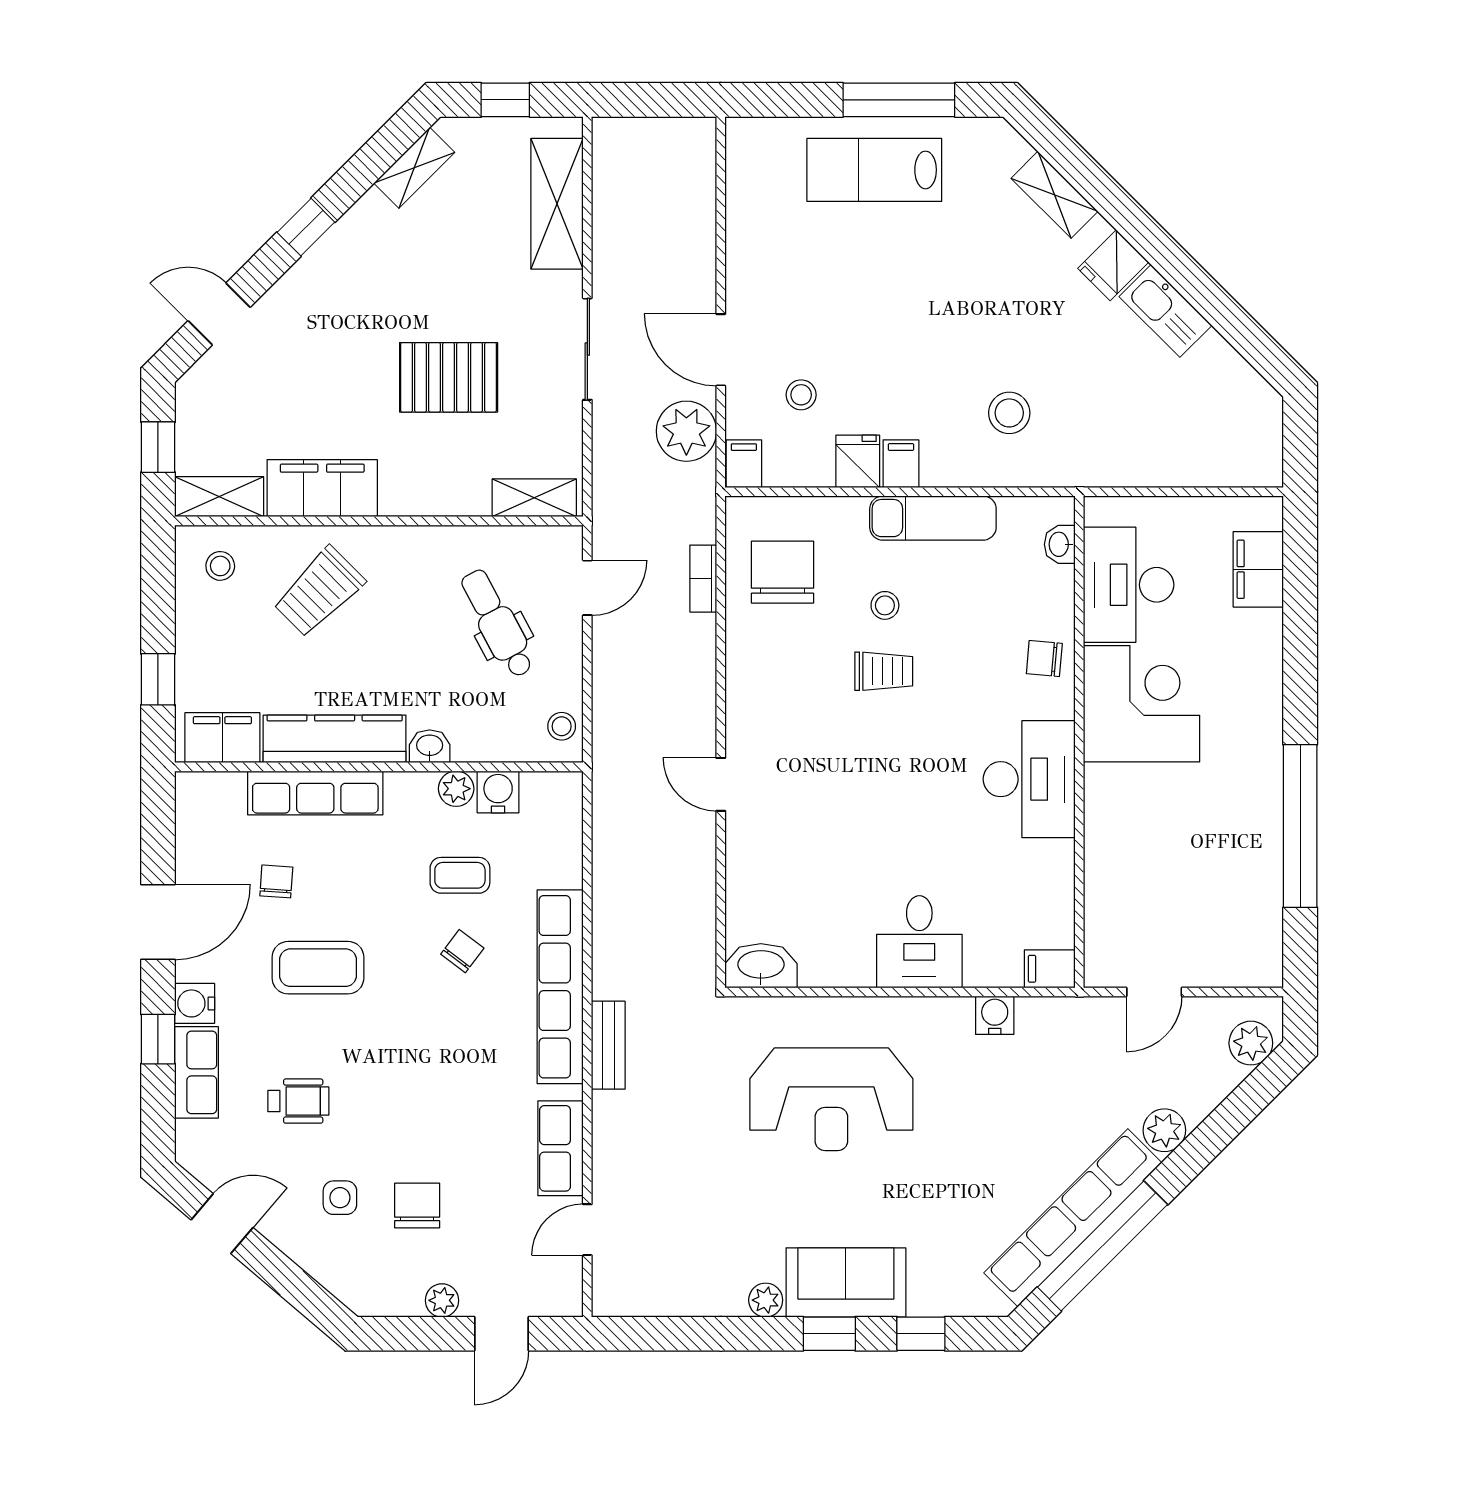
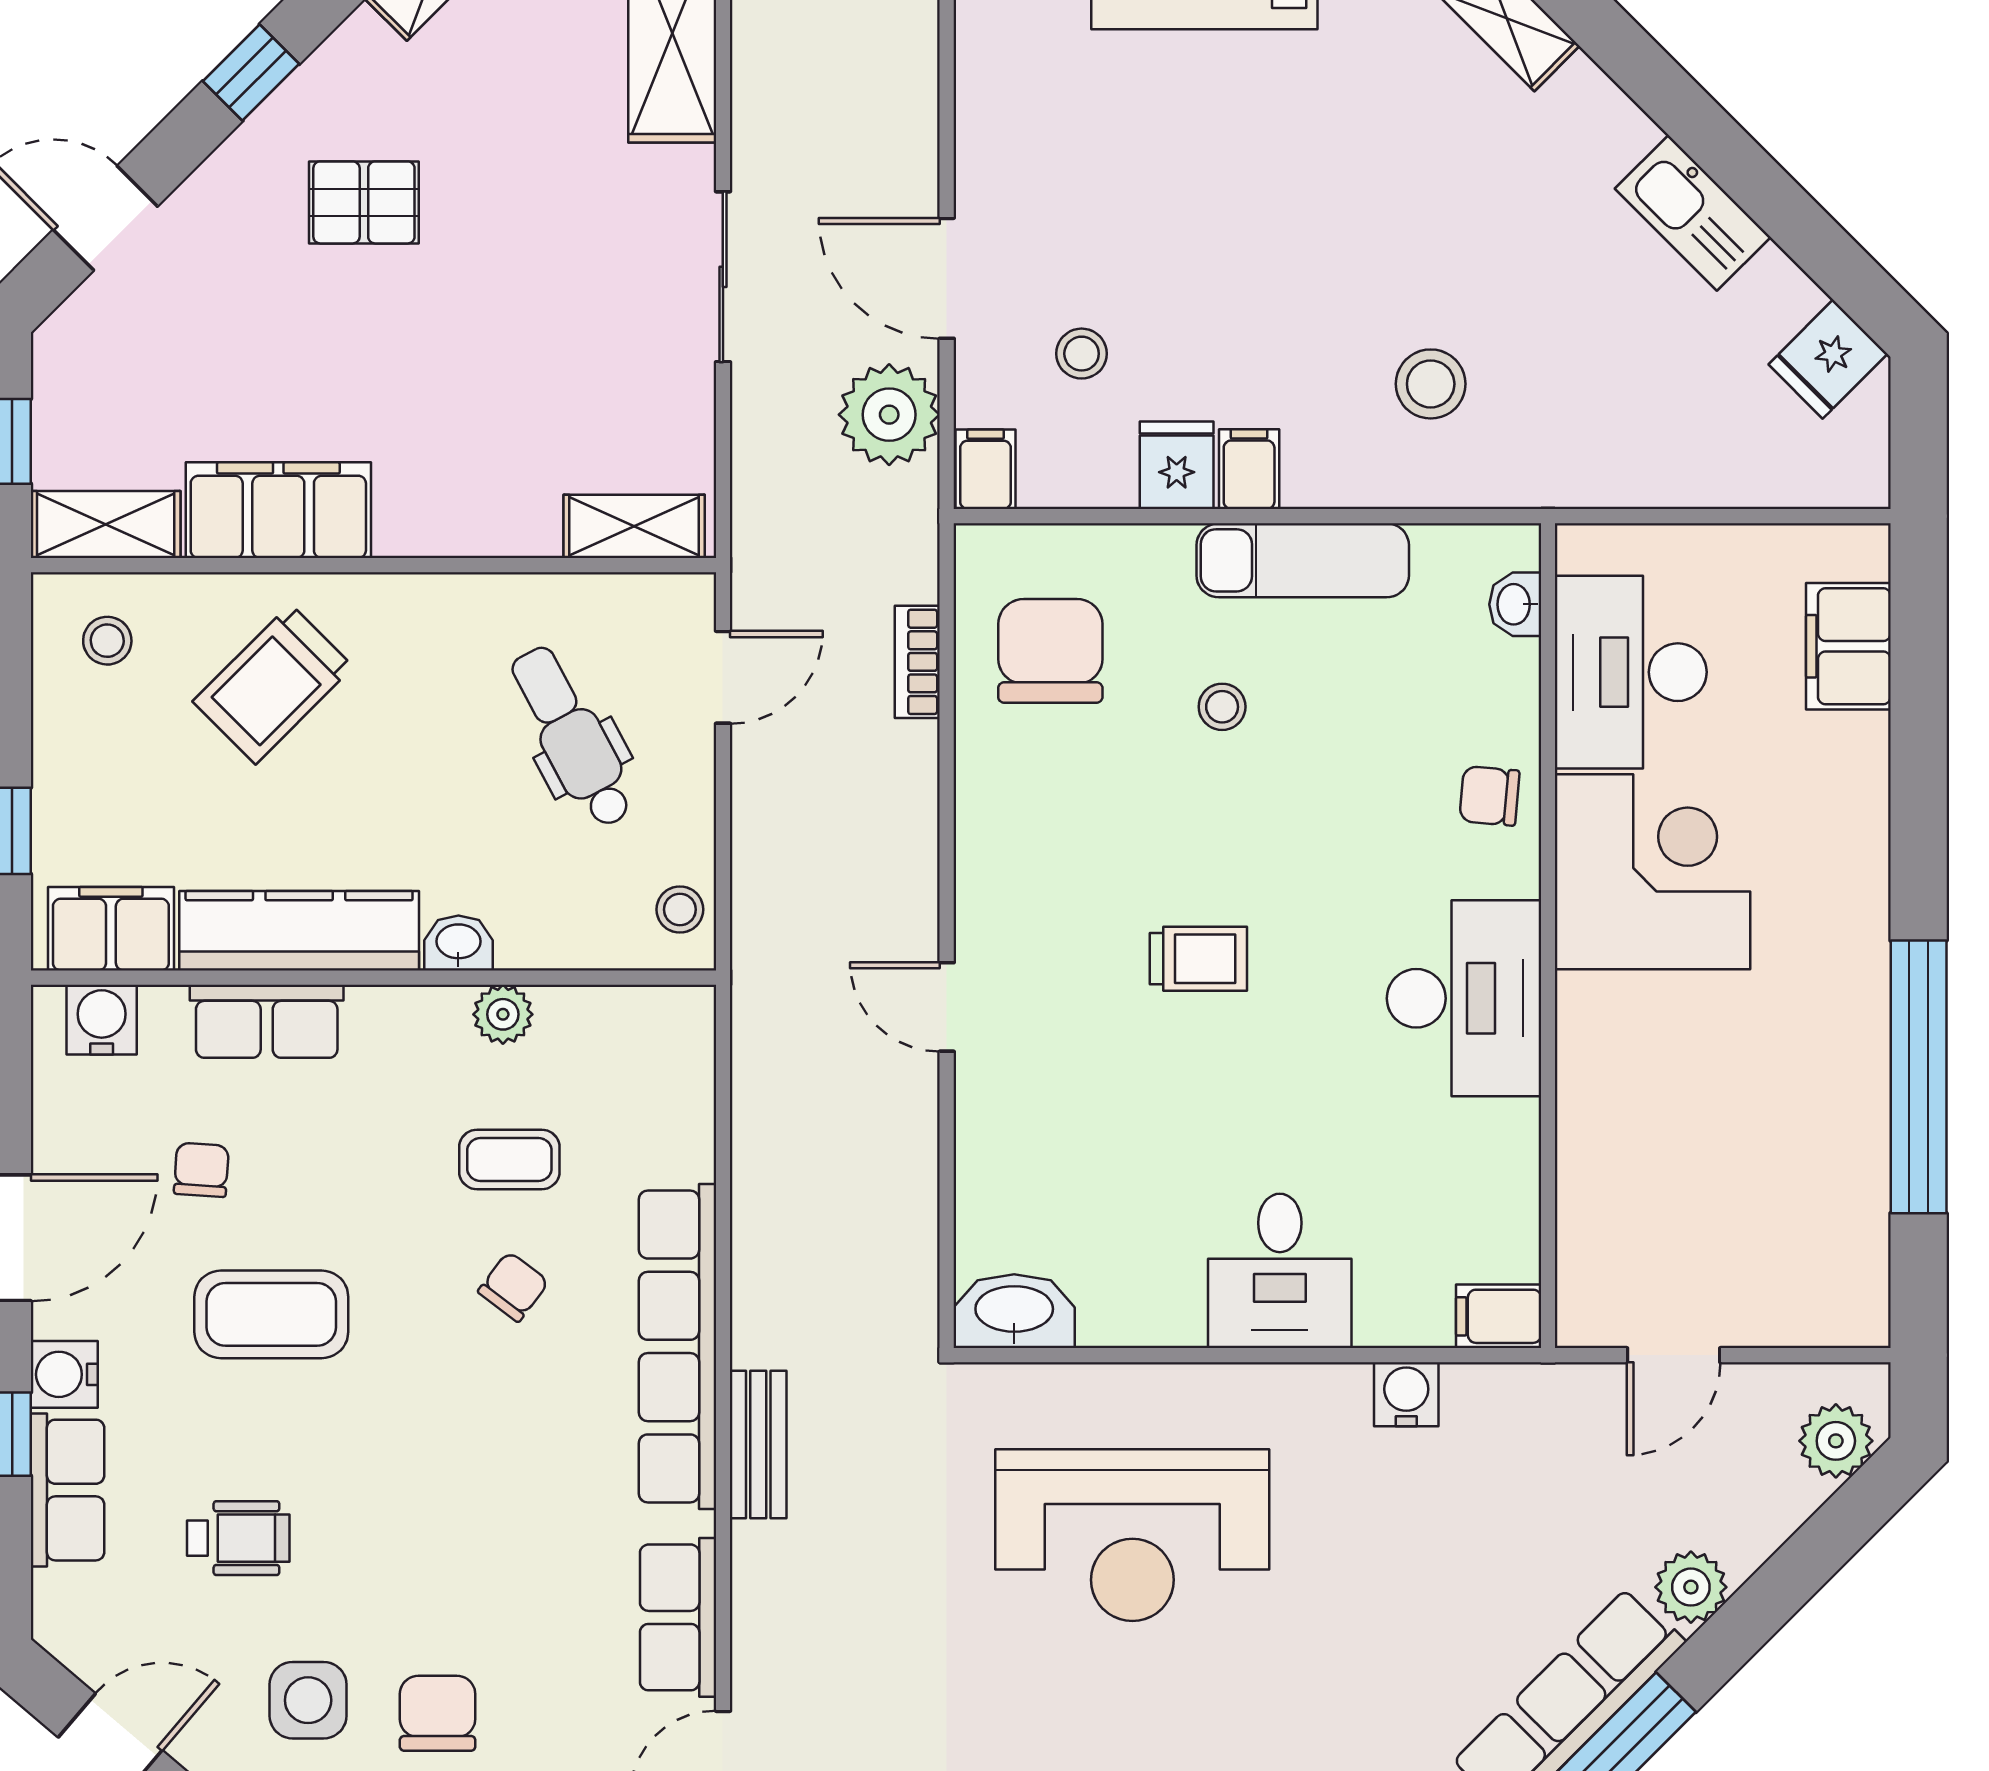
fridge: (1113, 265) -> (1828, 359), moved
pallet: (449, 377) -> (364, 202), moved, width x0.67, depth x0.71
trolley: (884, 671) -> (1198, 959), moved
water cooler: (498, 792) -> (102, 1020), moved
row of seats: (315, 793) -> (267, 1021), width x0.68
side table: (340, 1198) -> (308, 1700), width x1.37, depth x1.37

